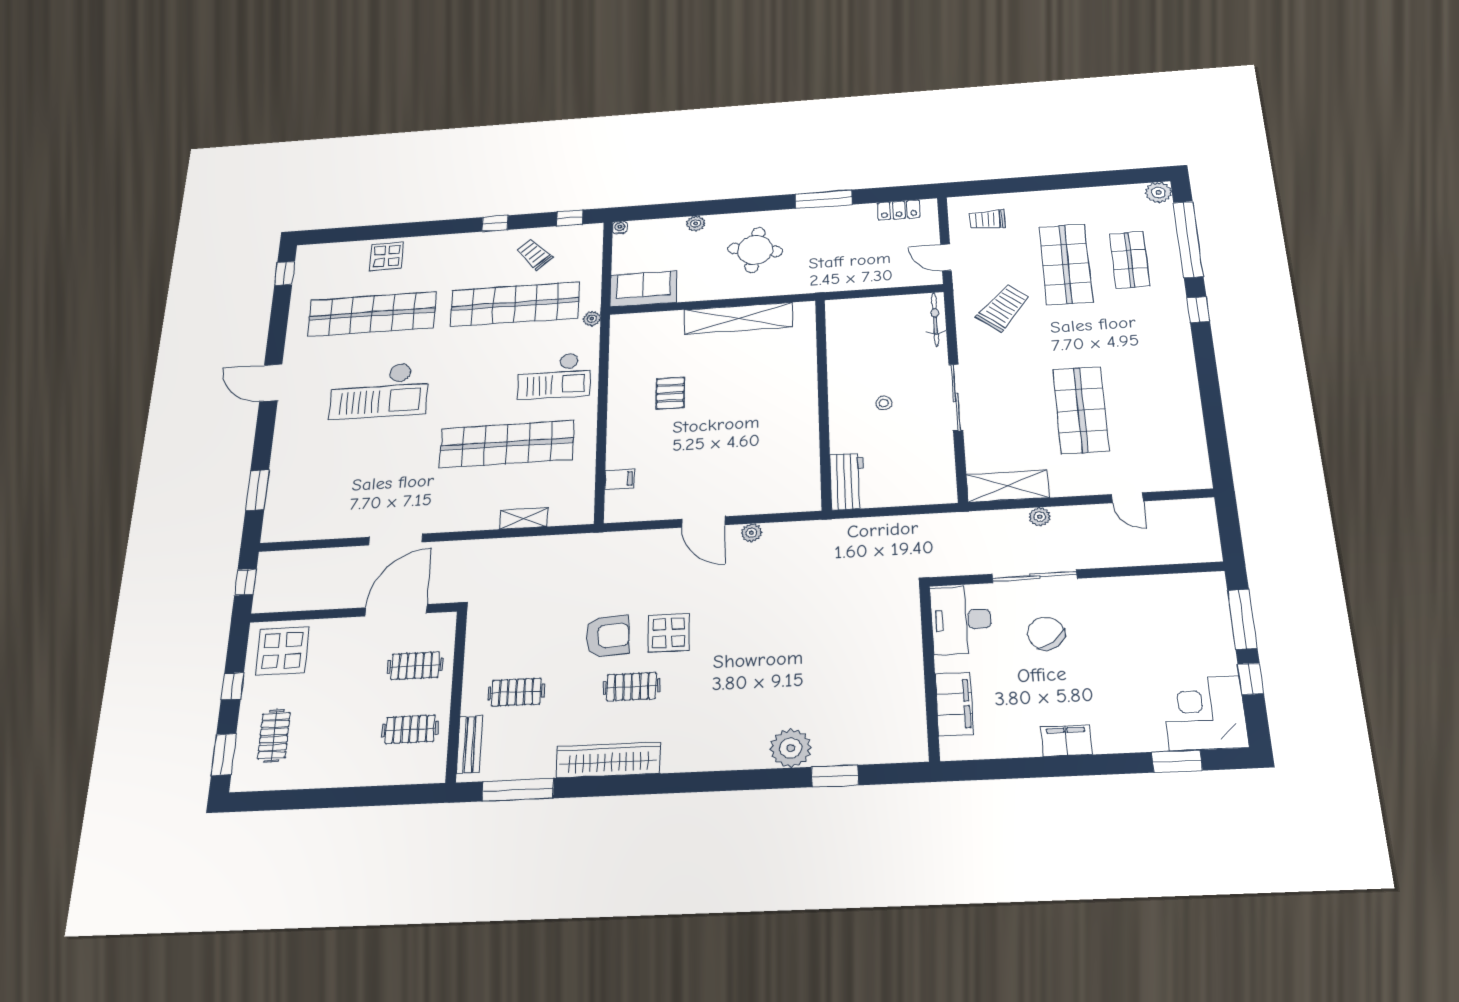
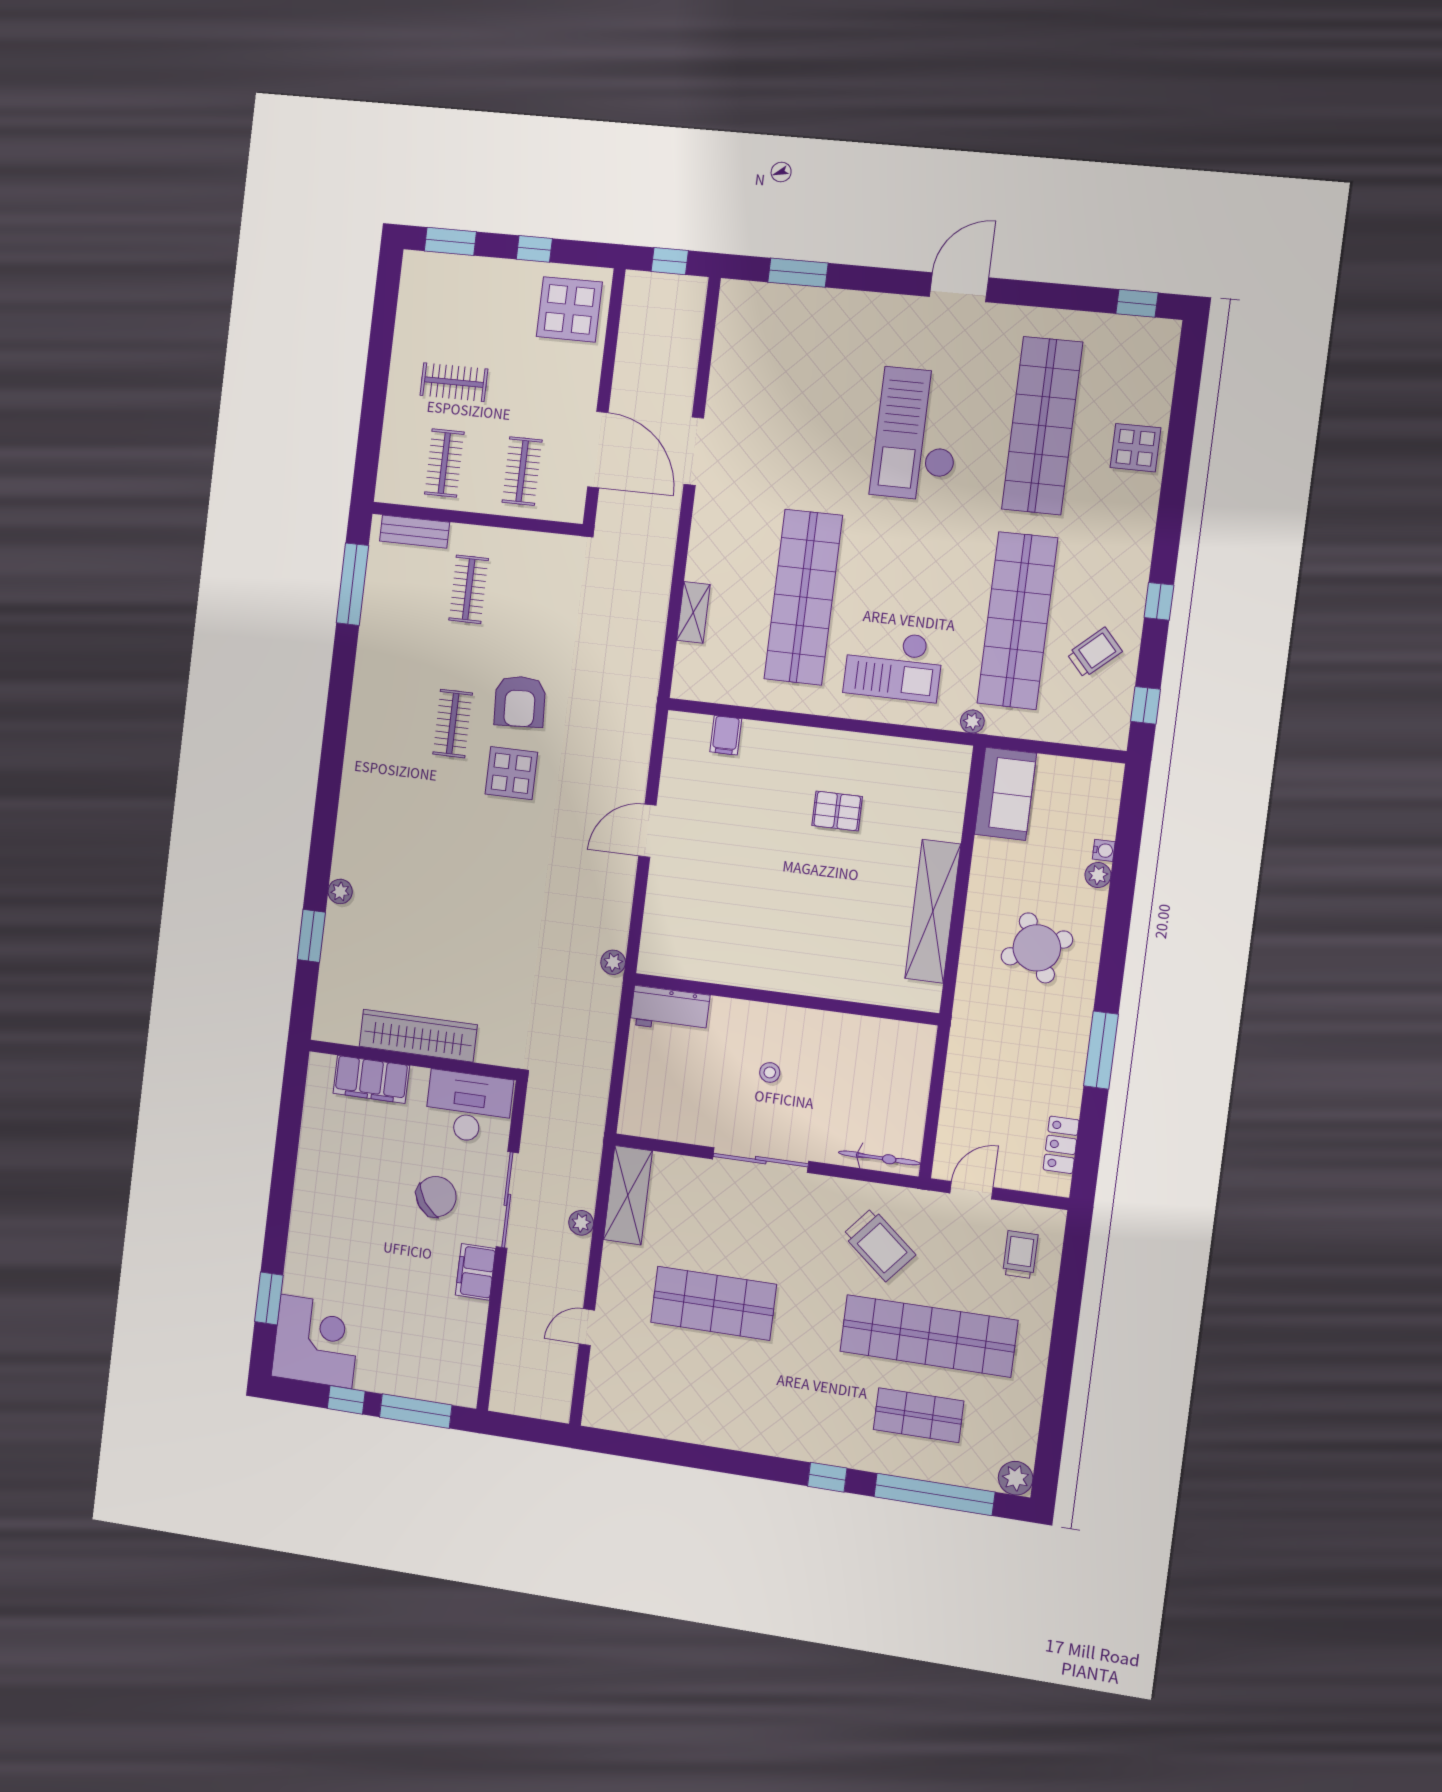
water cooler: (620, 228) -> (1104, 850), moved
round table: (755, 250) -> (1037, 948), turned -35
shop shelf: (1066, 264) -> (929, 1336), width x1.40
checkout: (554, 376) -> (893, 665), turned -90
plant: (751, 533) -> (613, 962), moved
clothes rail: (274, 736) -> (454, 382), moved
filing cabinet: (1066, 741) -> (475, 1272), moved, turned 180
plant: (791, 748) -> (340, 891), width x0.53, depth x0.53
wardrobe: (608, 760) -> (418, 1036), moved, turned -90

